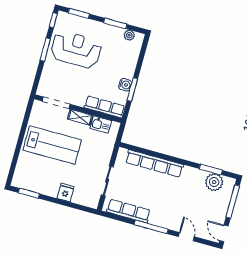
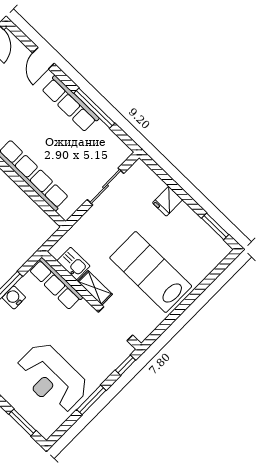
window: (53, 20) -> (125, 365), moved
row of seats: (128, 211) -> (70, 104), moved
window: (151, 227) -> (94, 108), moved

